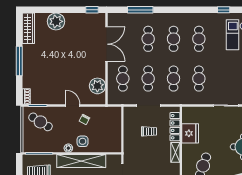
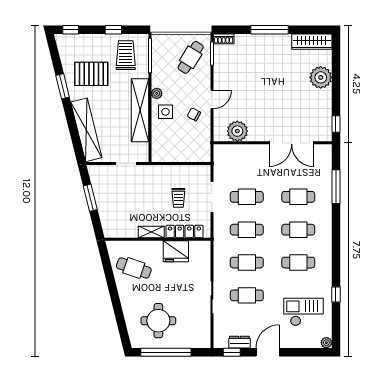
cafe table: (123, 79) -> (247, 295), moved

